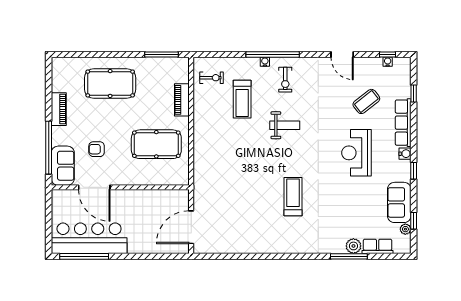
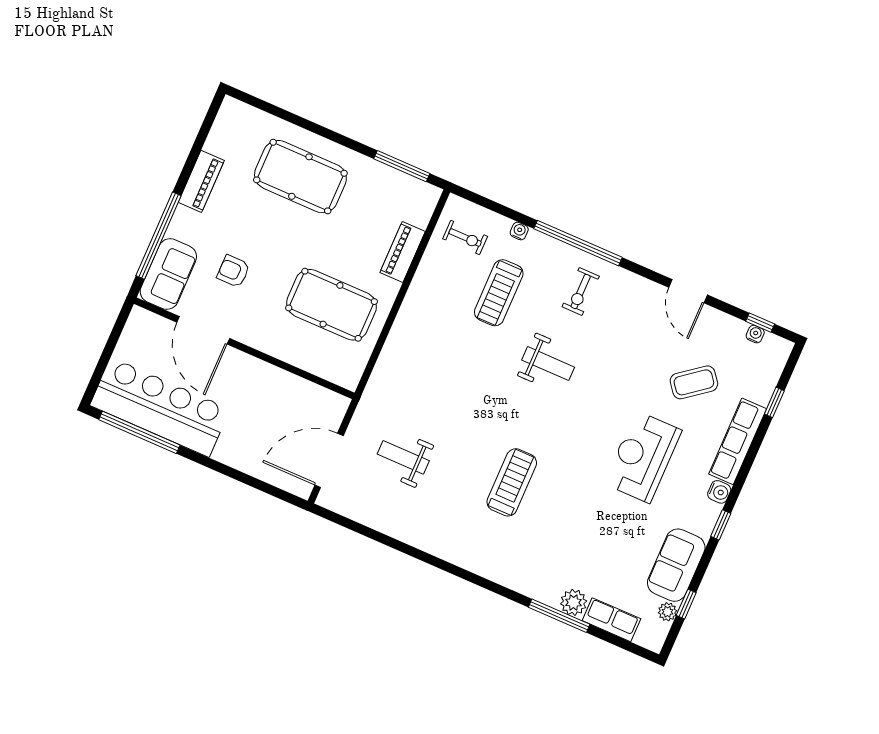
water cooler: (265, 62) -> (519, 231), moved
weight bench: (230, 209) -> (403, 457), added

